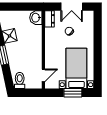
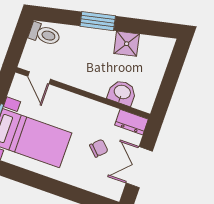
washbasin: (36, 18) -> (122, 93), moved

